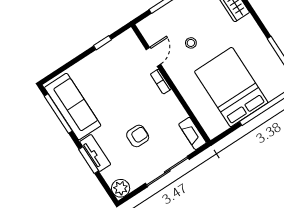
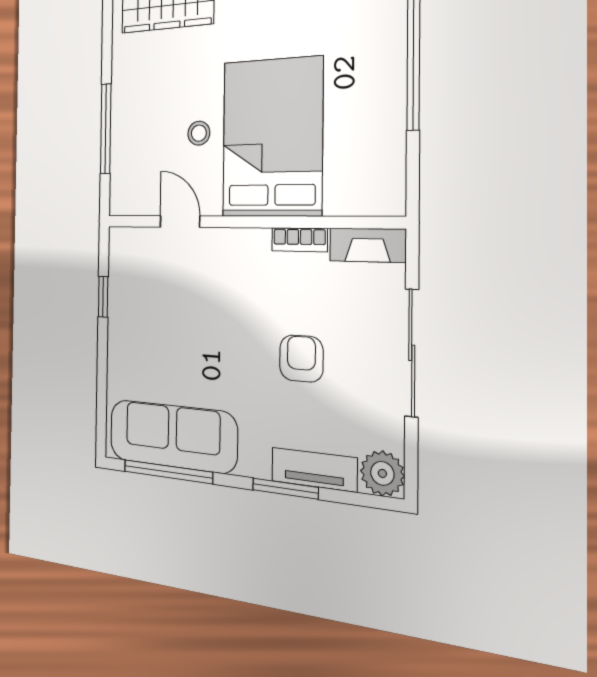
bookcase: (161, 82) -> (299, 240), moved
bed: (231, 87) -> (272, 138), moved, turned 90
tv unit: (95, 153) -> (314, 469), moved

